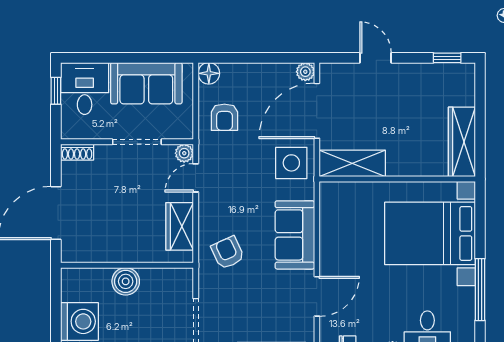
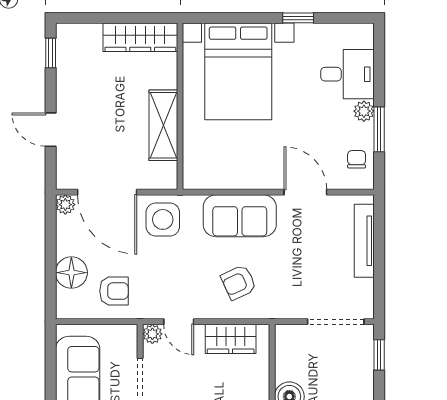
door: (375, 58) -> (51, 130), hinge flipped
floor lamp: (209, 73) -> (71, 273), moved, width x1.38, depth x1.38
shelving: (352, 163) -> (163, 125), moved
armchair: (228, 253) -> (239, 282), moved
window: (480, 290) -> (298, 18), width x0.46

